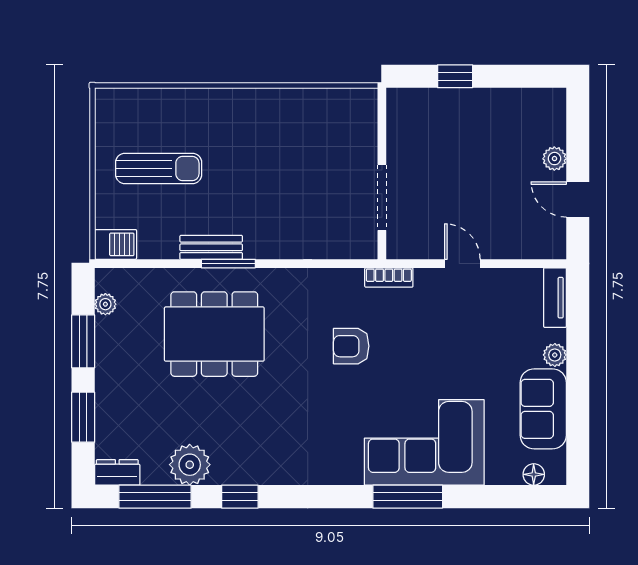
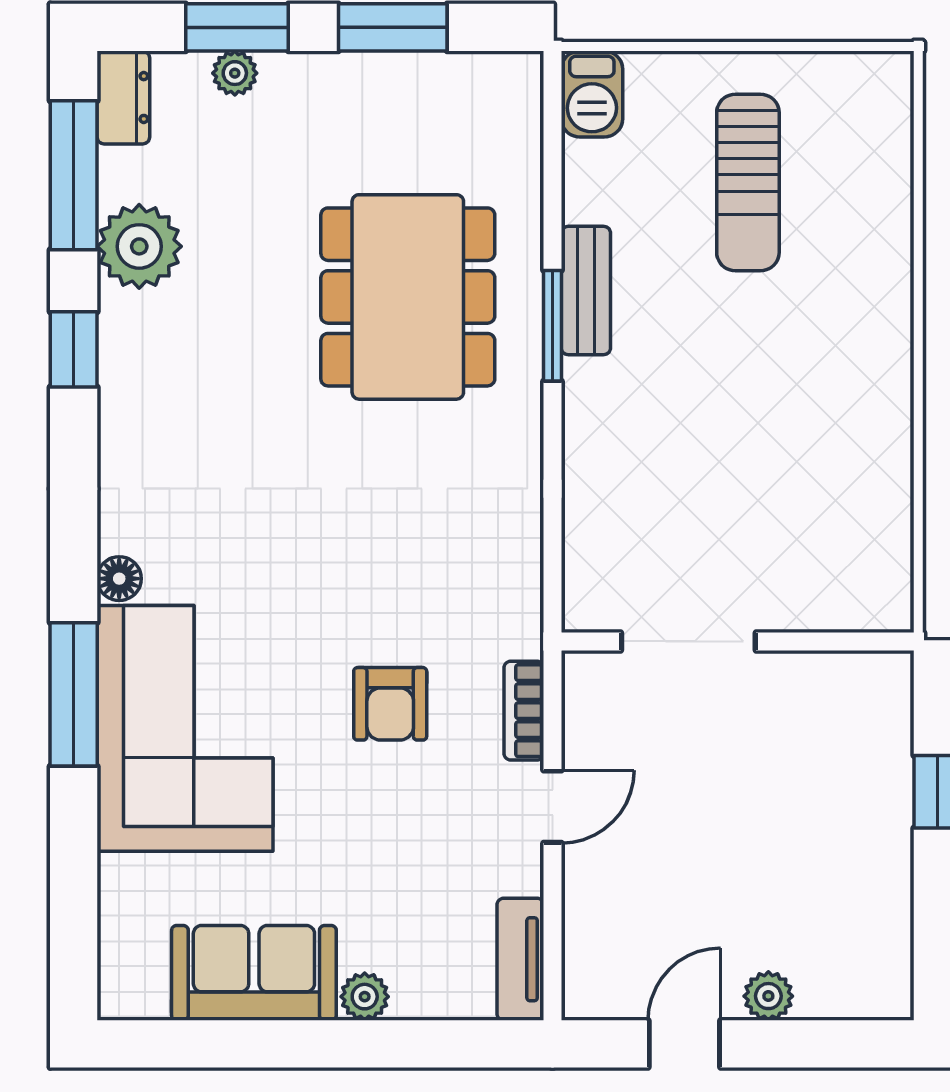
bookcase: (389, 277) -> (524, 711), moved
tv unit: (555, 298) -> (520, 959), moved, turned -90
plant: (105, 304) -> (235, 73), moved
armchair: (351, 346) -> (390, 704), moved, turned 180
floor lamp: (534, 474) -> (119, 579), moved

